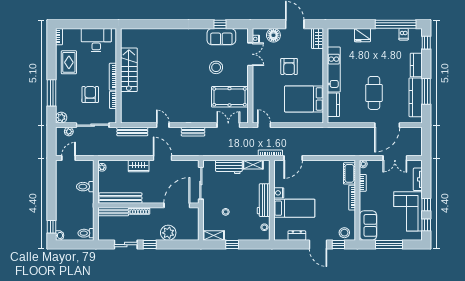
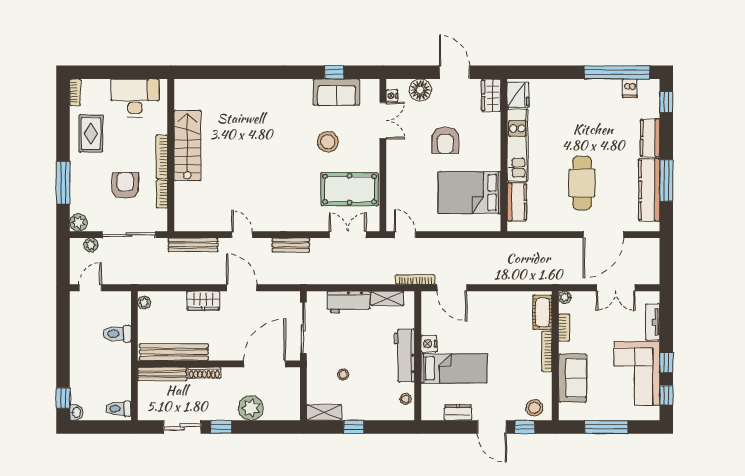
fridge: (362, 35) -> (518, 95), moved, turned -90
door: (293, 158) -> (452, 288), hinge flipped
sofa: (368, 225) -> (573, 378), moved

